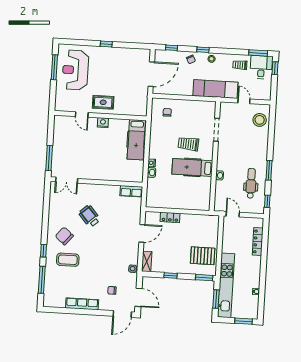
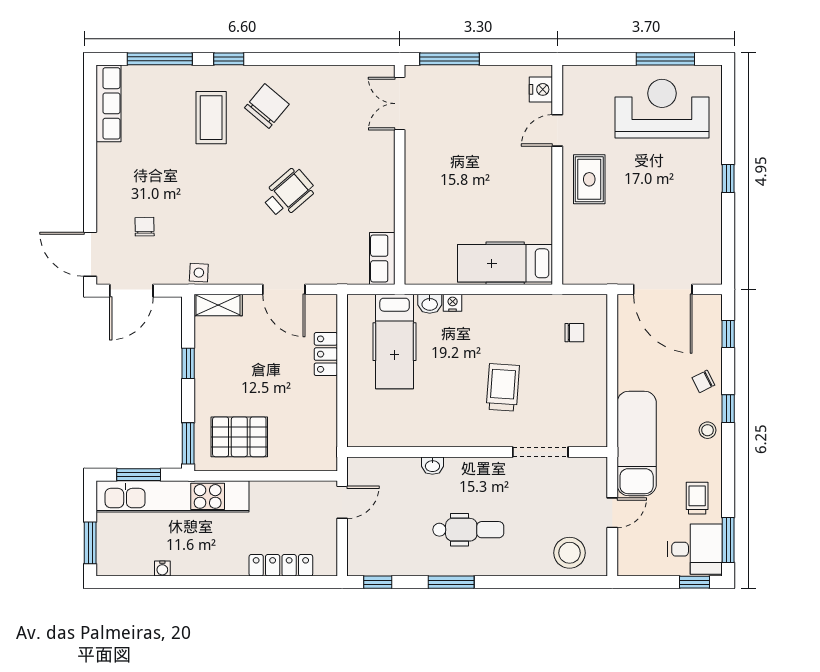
nightstand: (103, 123) -> (541, 89), moved
hospital bed: (192, 167) -> (395, 342), moved, turned 180
dental chair: (251, 183) -> (468, 530), moved
wheelchair: (89, 216) -> (288, 193), moved
pallet: (203, 256) -> (239, 437), turned 90
row of seats: (82, 304) -> (109, 103), moved

